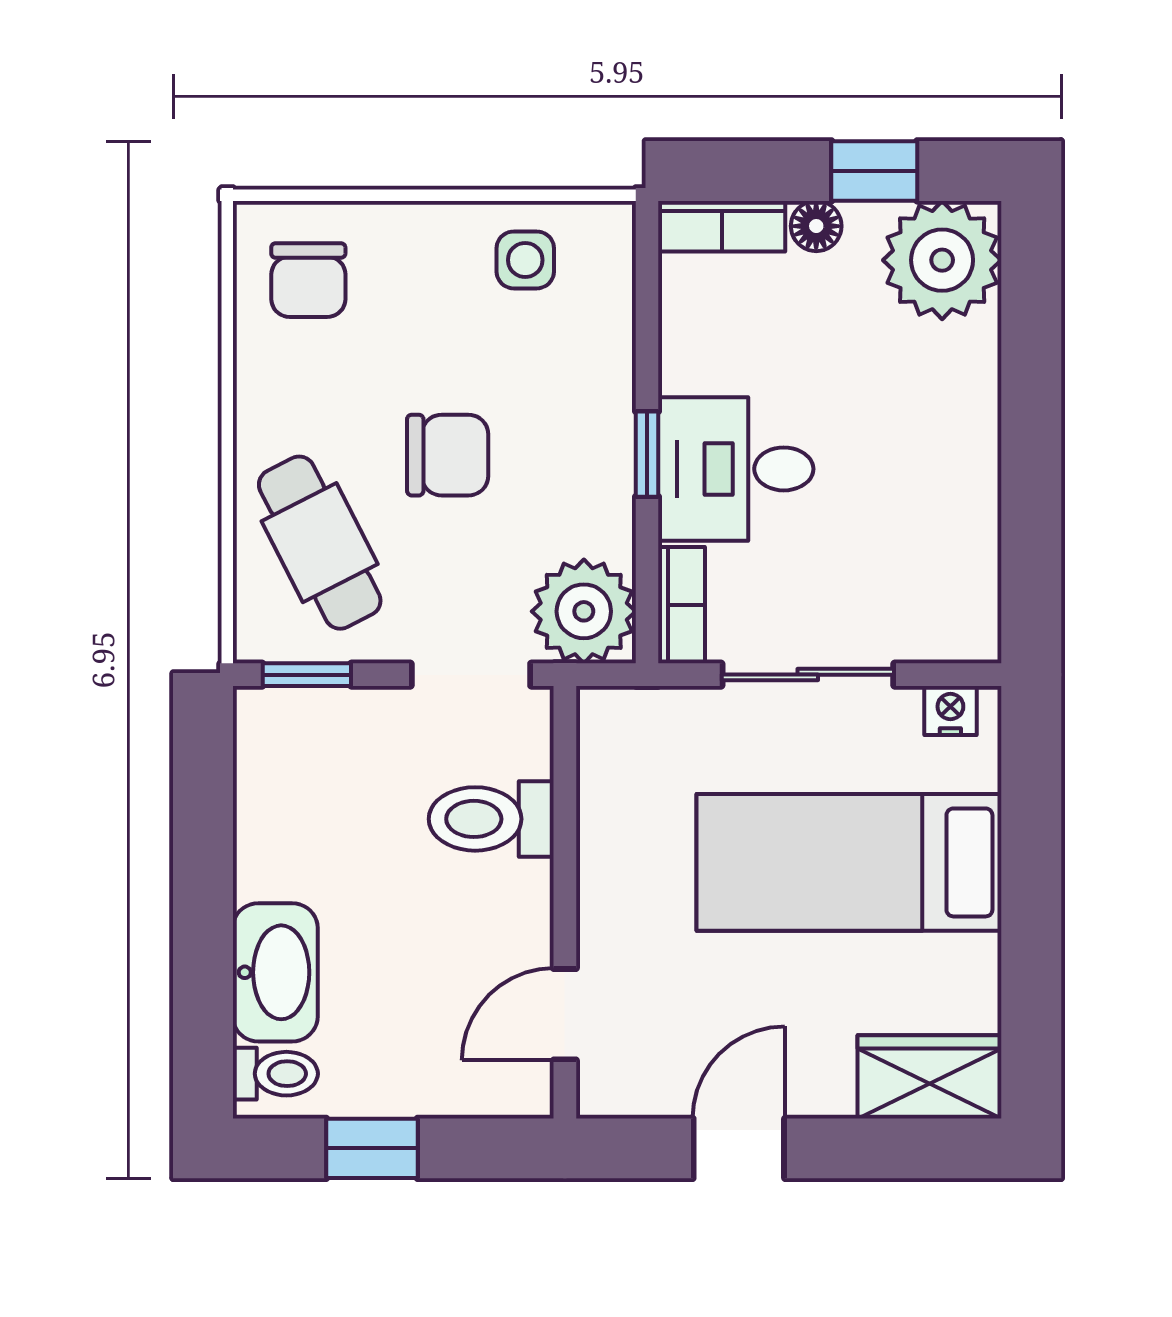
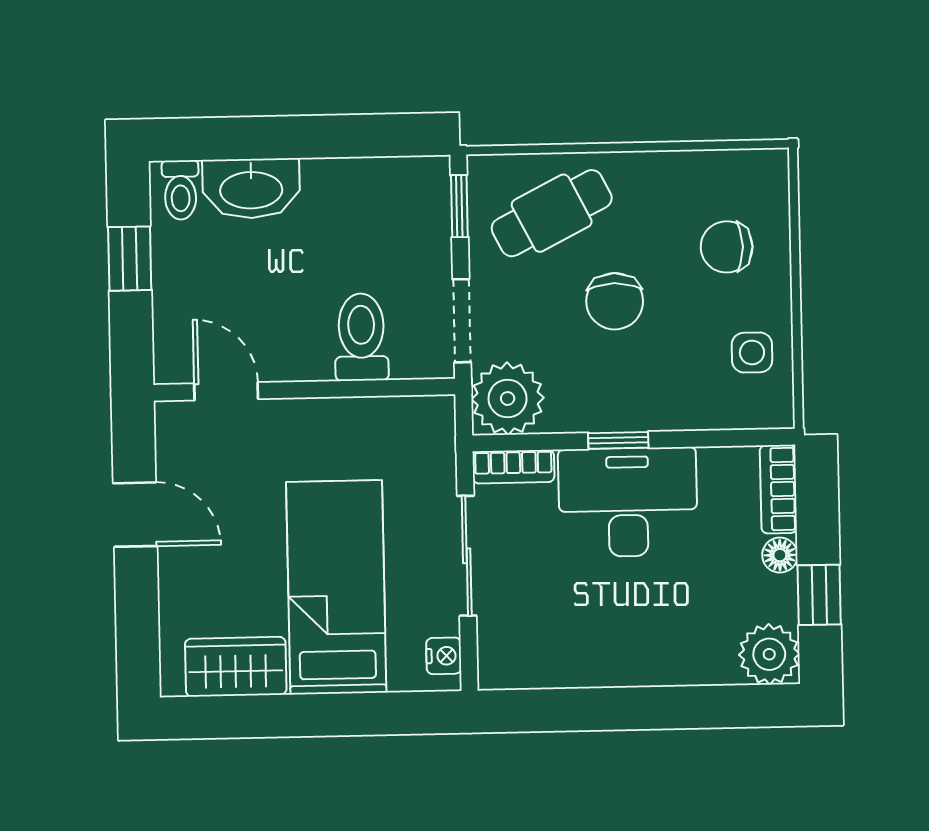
plant: (942, 260) -> (769, 654), width x0.73, depth x0.73
chair: (308, 280) -> (727, 247), moved
desk: (736, 469) -> (628, 502), width x1.37
wardrobe: (930, 1077) -> (236, 667), moved, turned -90

